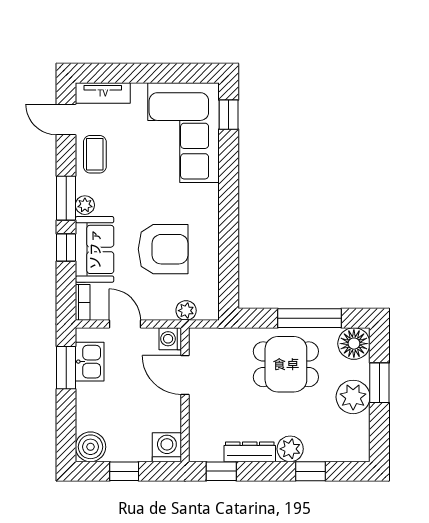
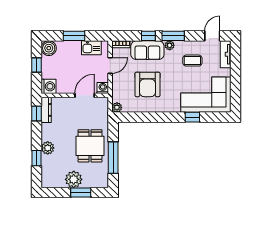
window: (229, 115) -> (192, 117), moved
coffee table: (95, 154) -> (192, 61), moved
plant: (186, 311) -> (117, 107), moved
floor lamp: (354, 344) -> (100, 180), removed
window: (66, 368) -> (74, 36), moved
dresser: (250, 452) -> (46, 110), moved

